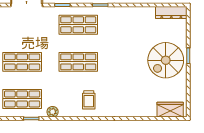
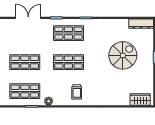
spiral stairs: (166, 60) -> (123, 55), moved, turned 180

